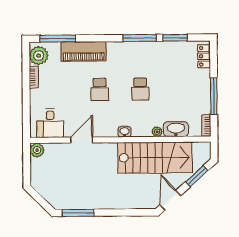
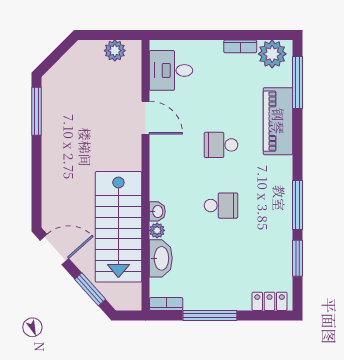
school desk: (140, 89) -> (221, 206), turned 180
washbasin: (125, 132) -> (157, 211), moved
plant: (37, 150) -> (115, 51), moved

